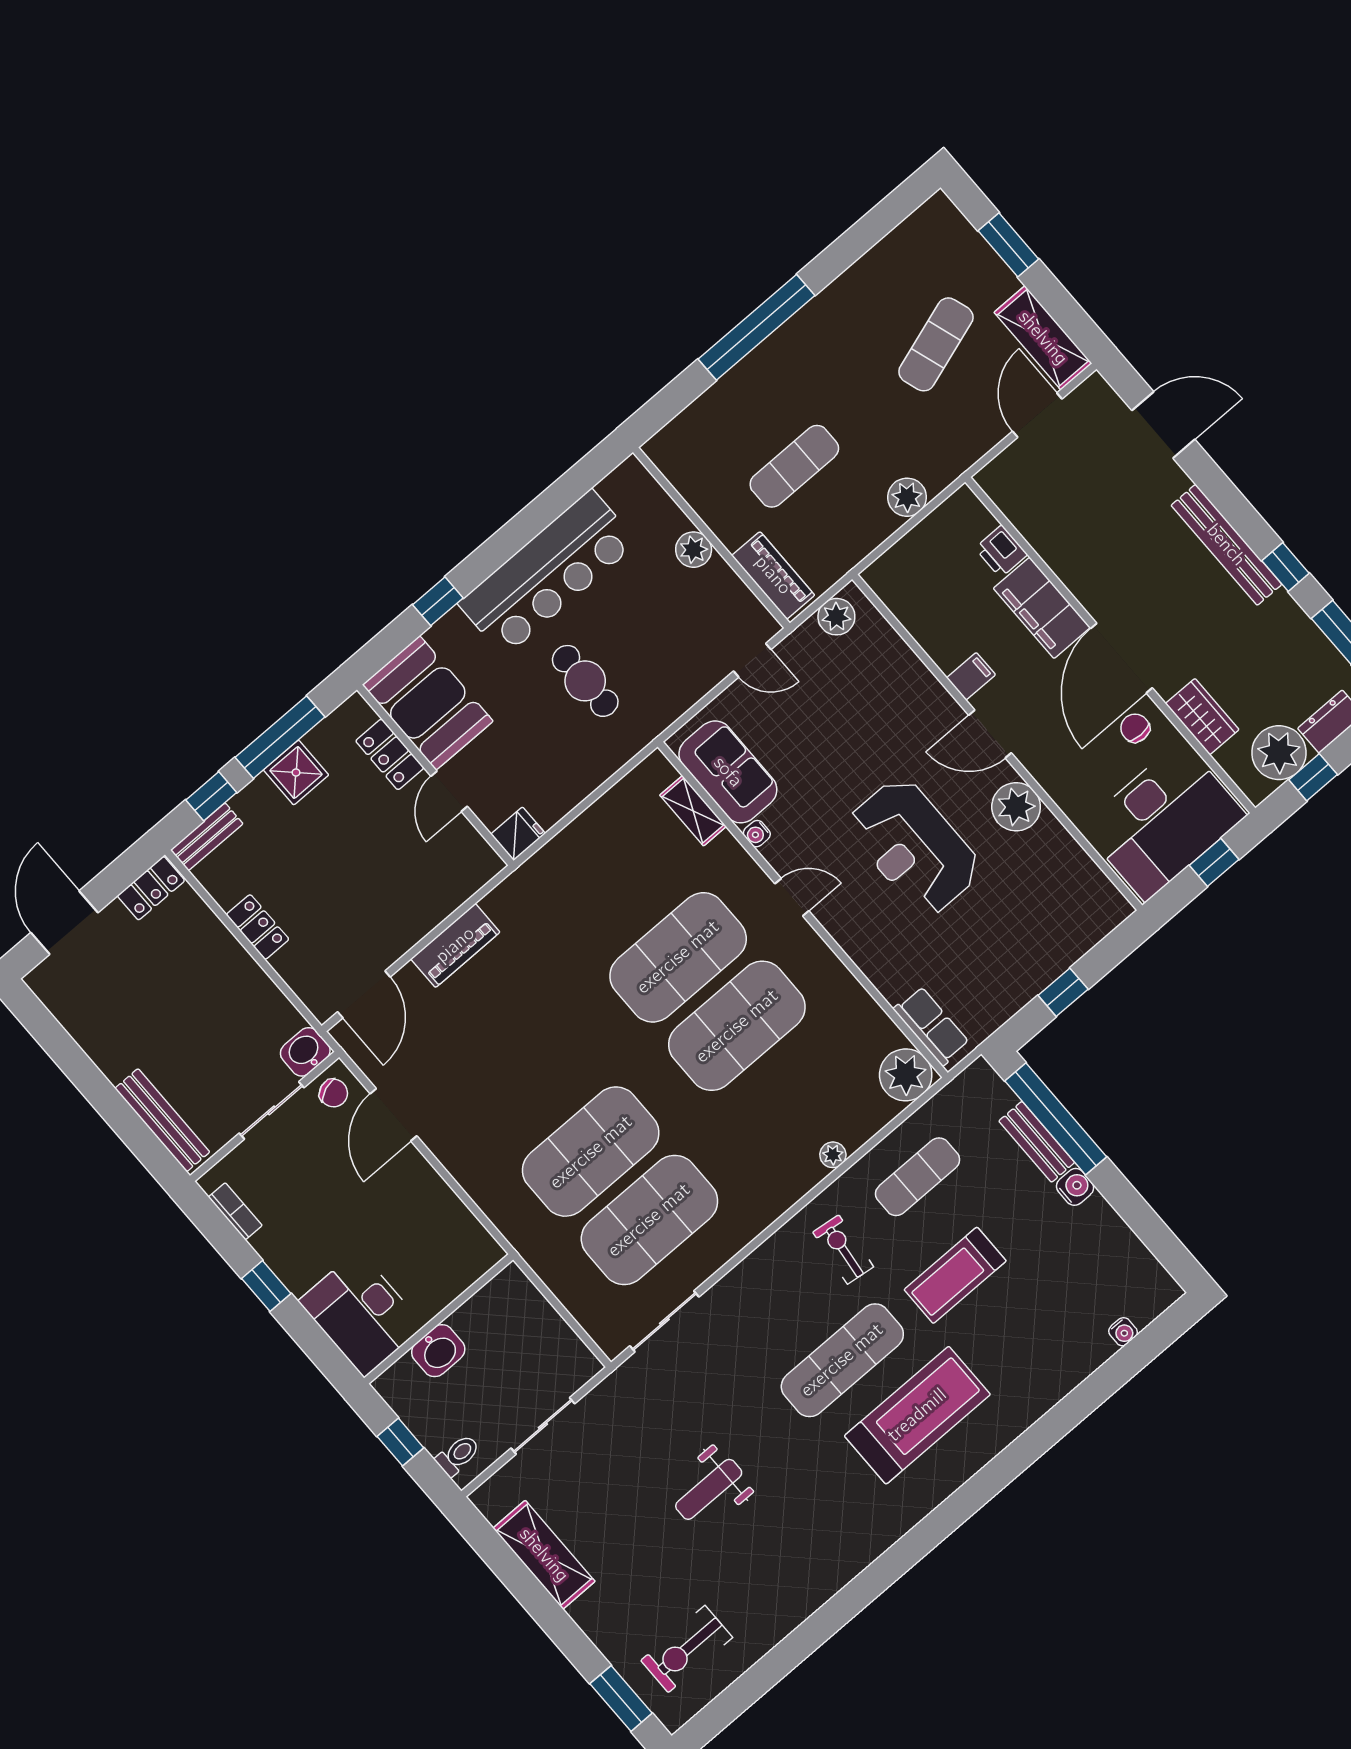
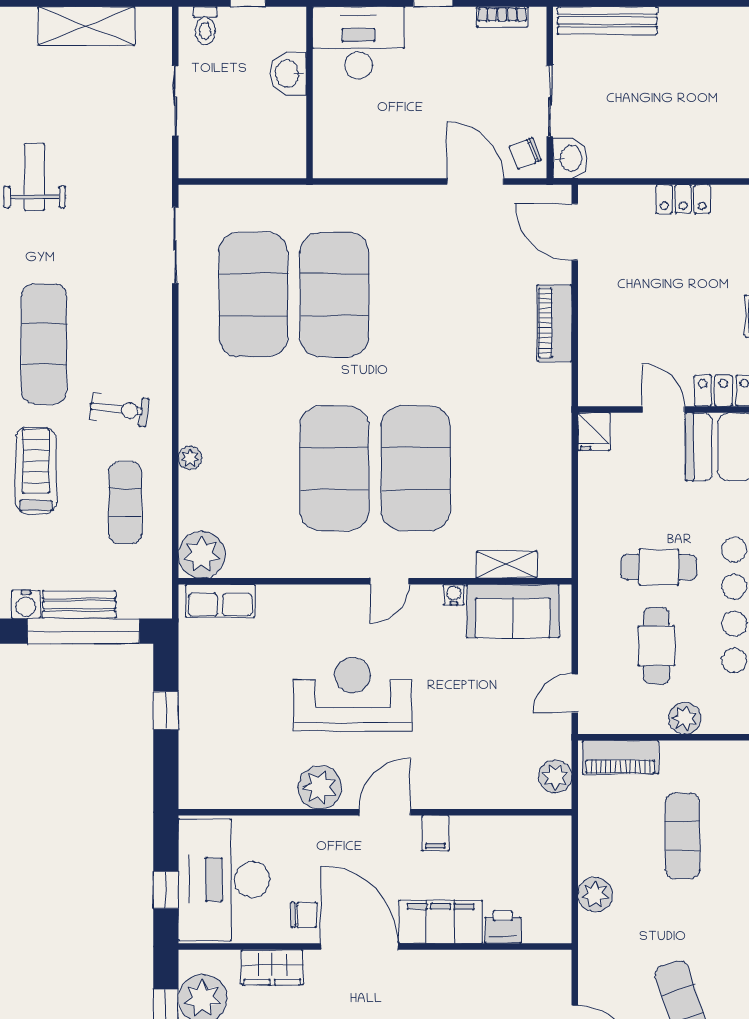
cafe table: (653, 626) -> (656, 646), added

